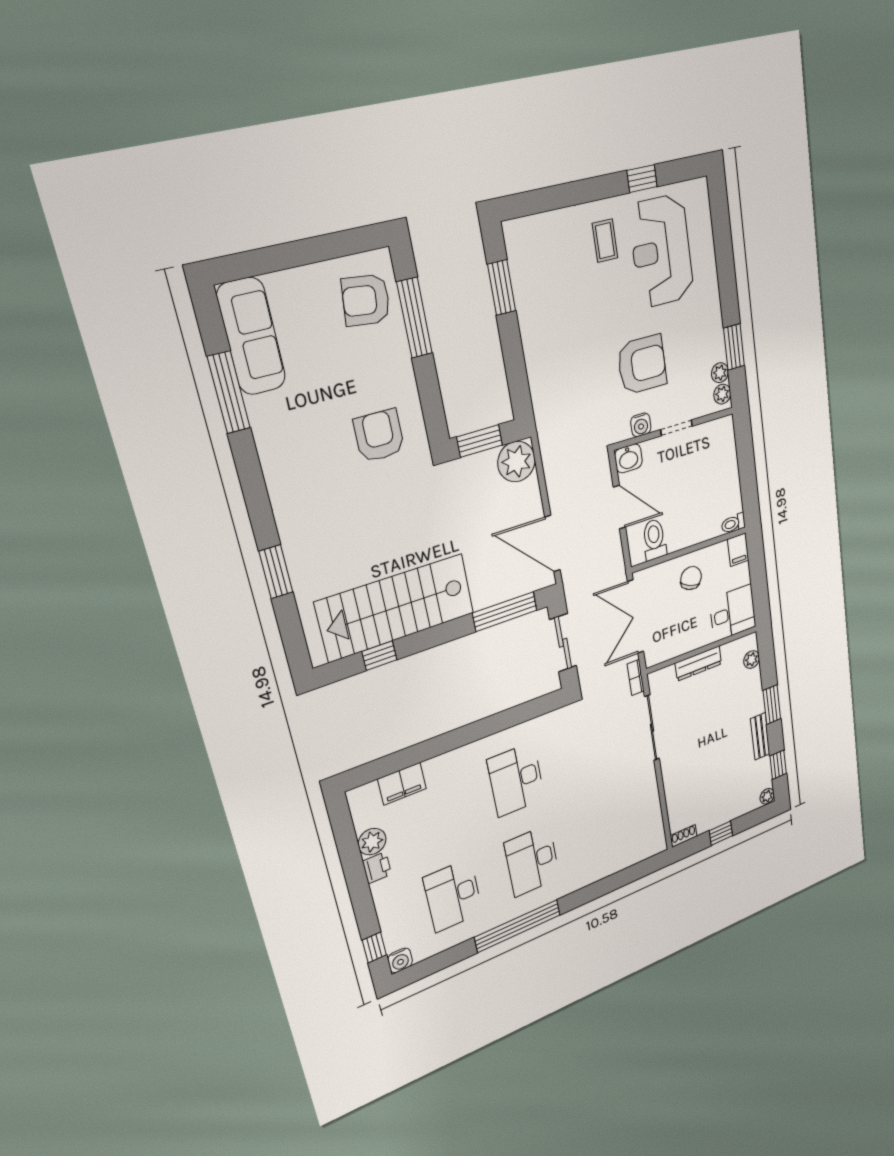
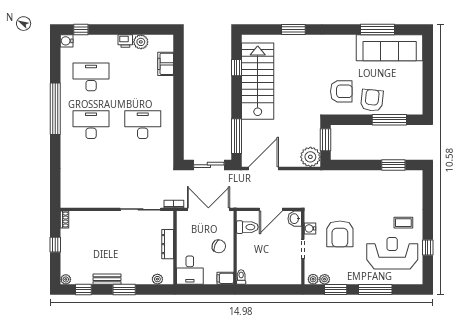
window: (726, 270) -> (375, 290), added
armchair: (366, 300) -> (372, 100), moved
sofa: (251, 336) -> (390, 48), width x1.36, depth x1.27

